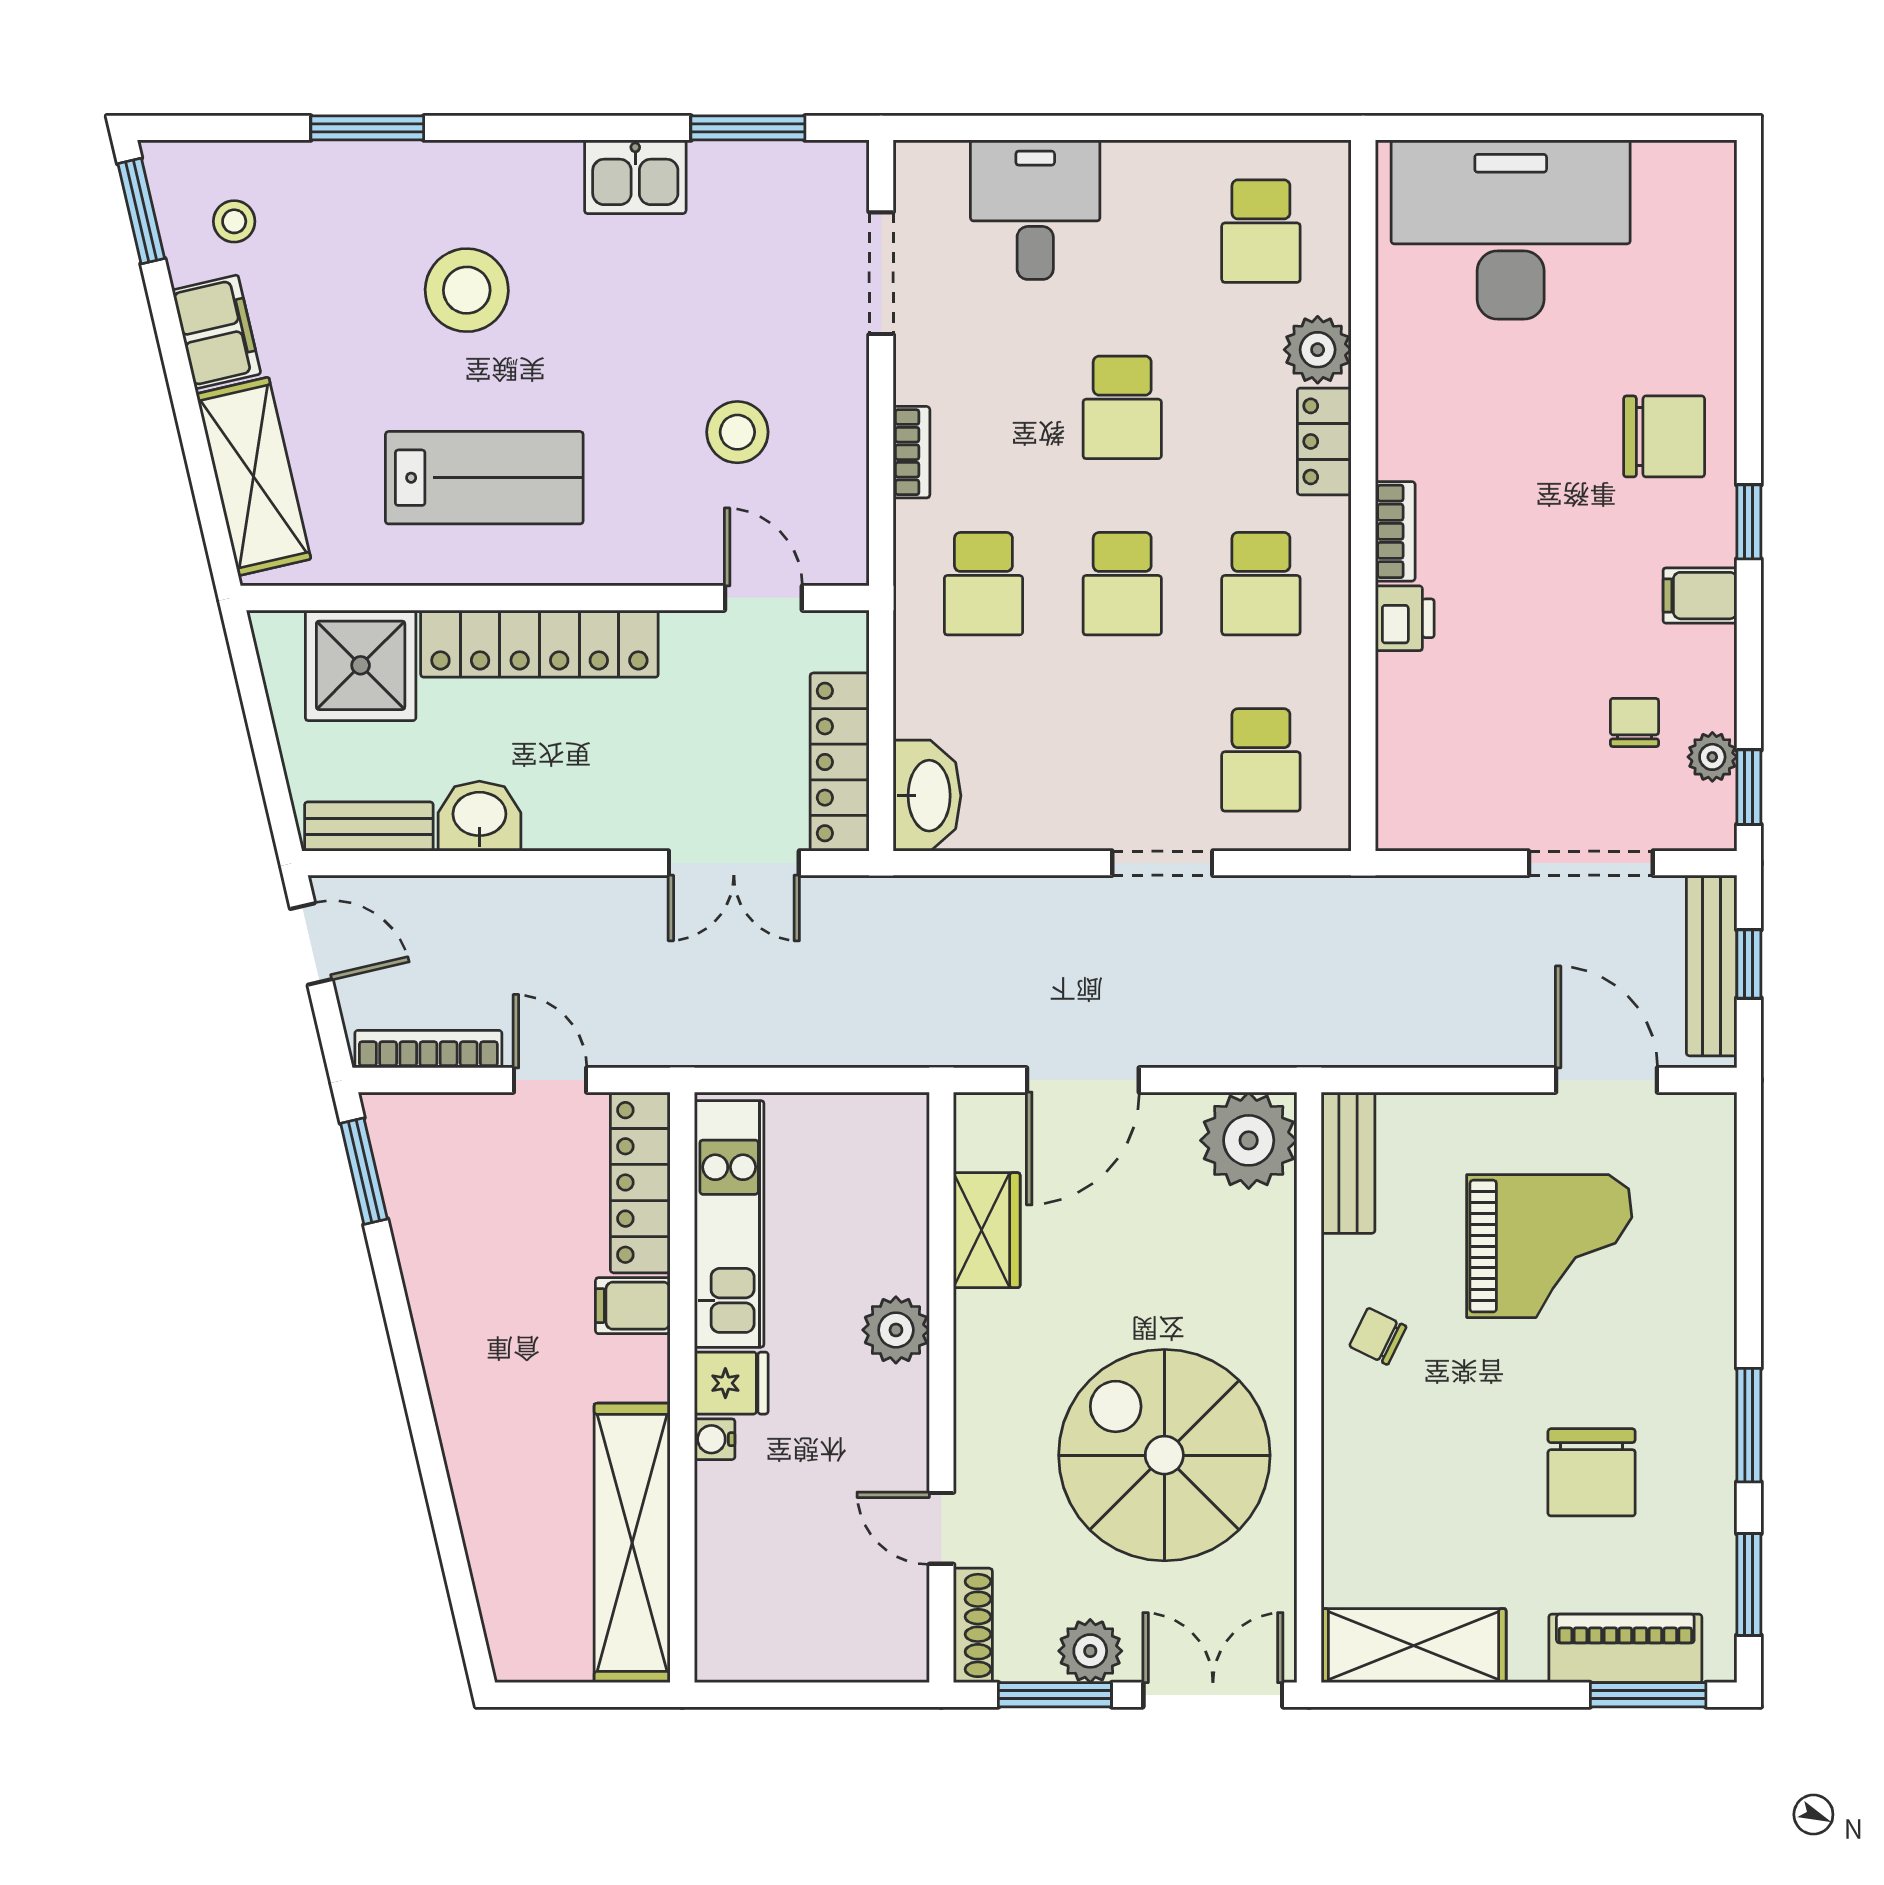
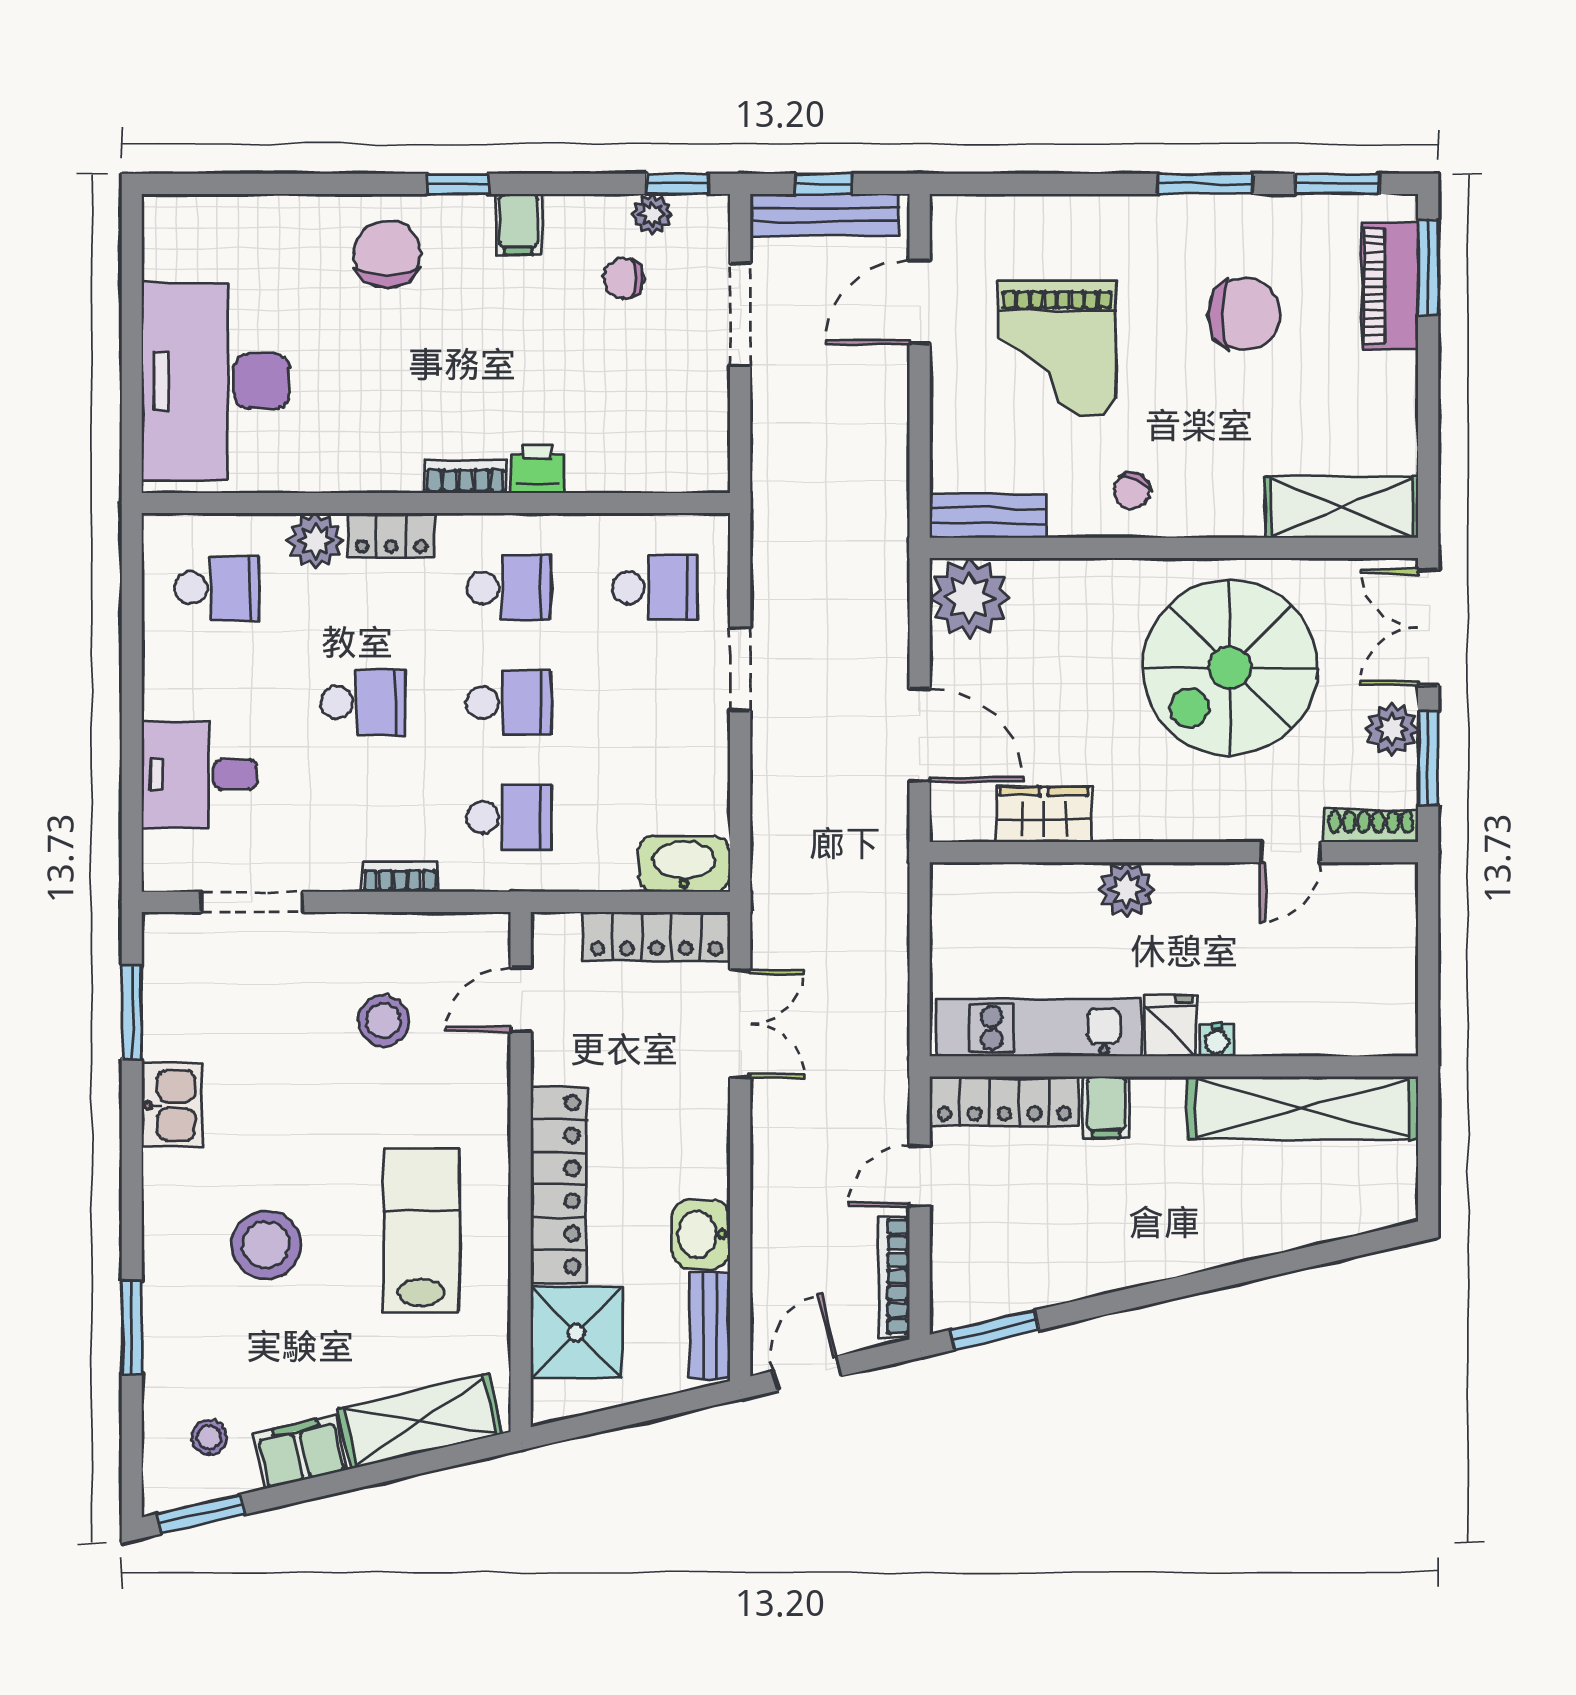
grand piano: (1549, 1246) -> (1057, 349), turned 180
shelving: (1414, 1646) -> (1342, 507), moved, turned 90

